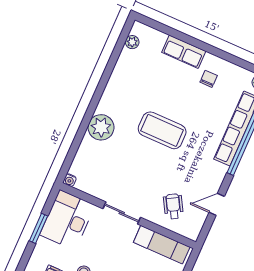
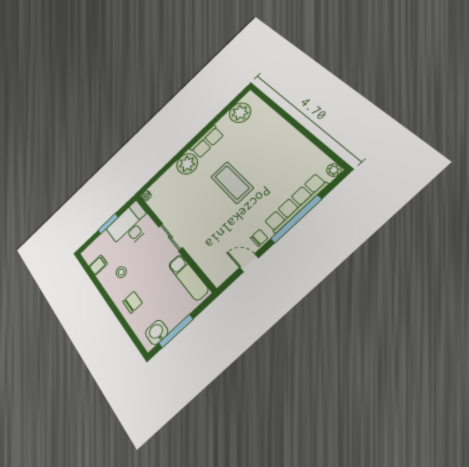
plant: (132, 42) -> (240, 113), width x1.87, depth x1.87
row of seats: (184, 52) -> (207, 142), moved, turned -90
chair: (209, 79) -> (259, 238), moved
wheelchair: (173, 206) -> (212, 249), removed

